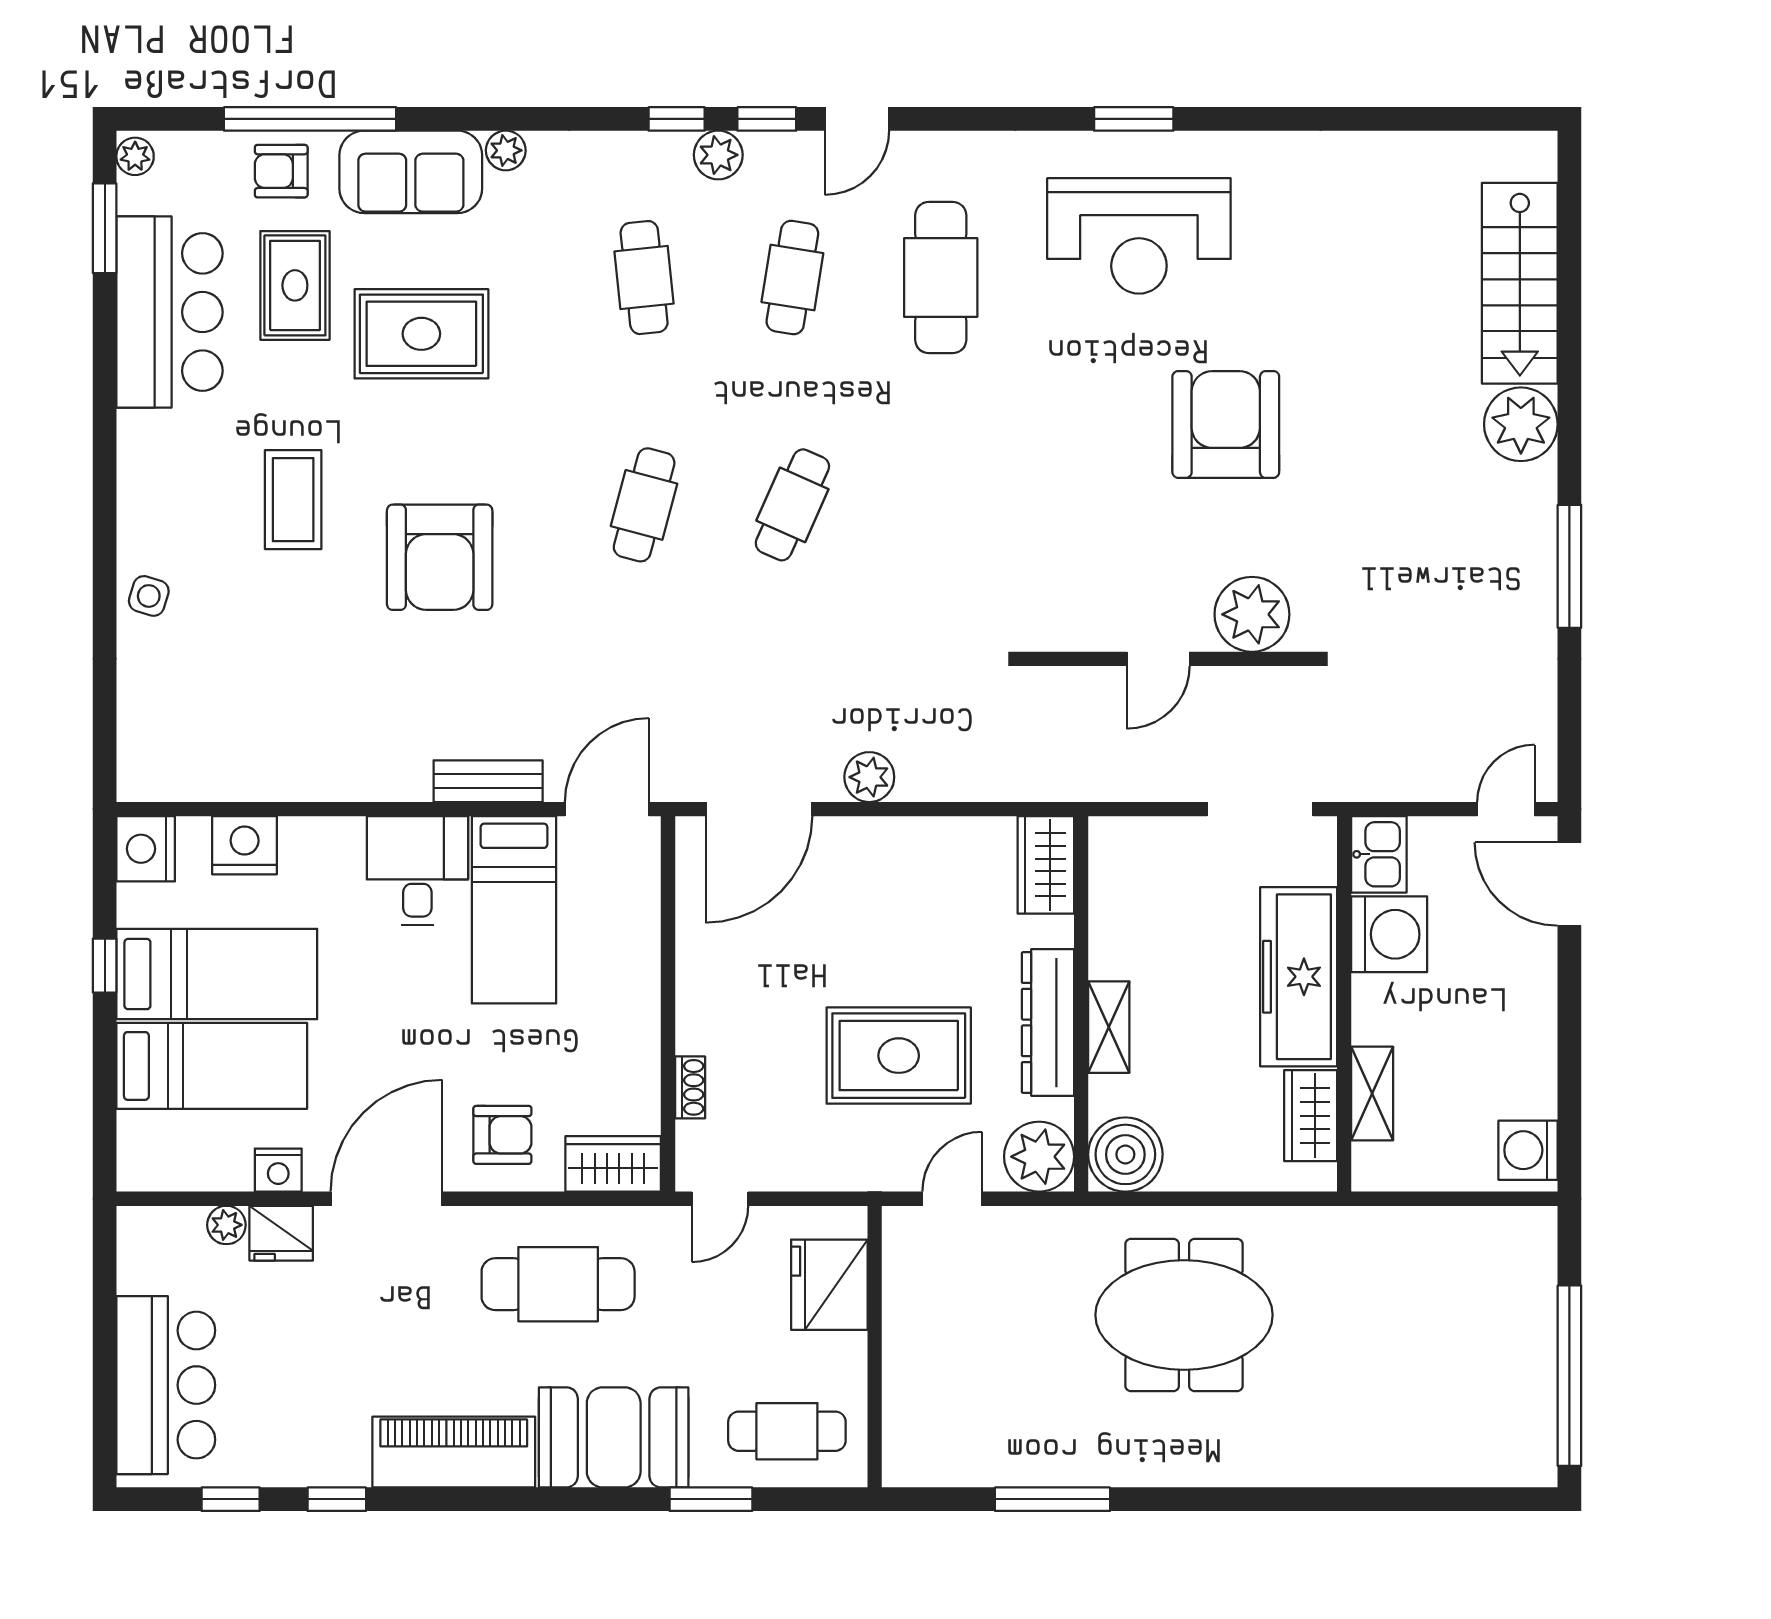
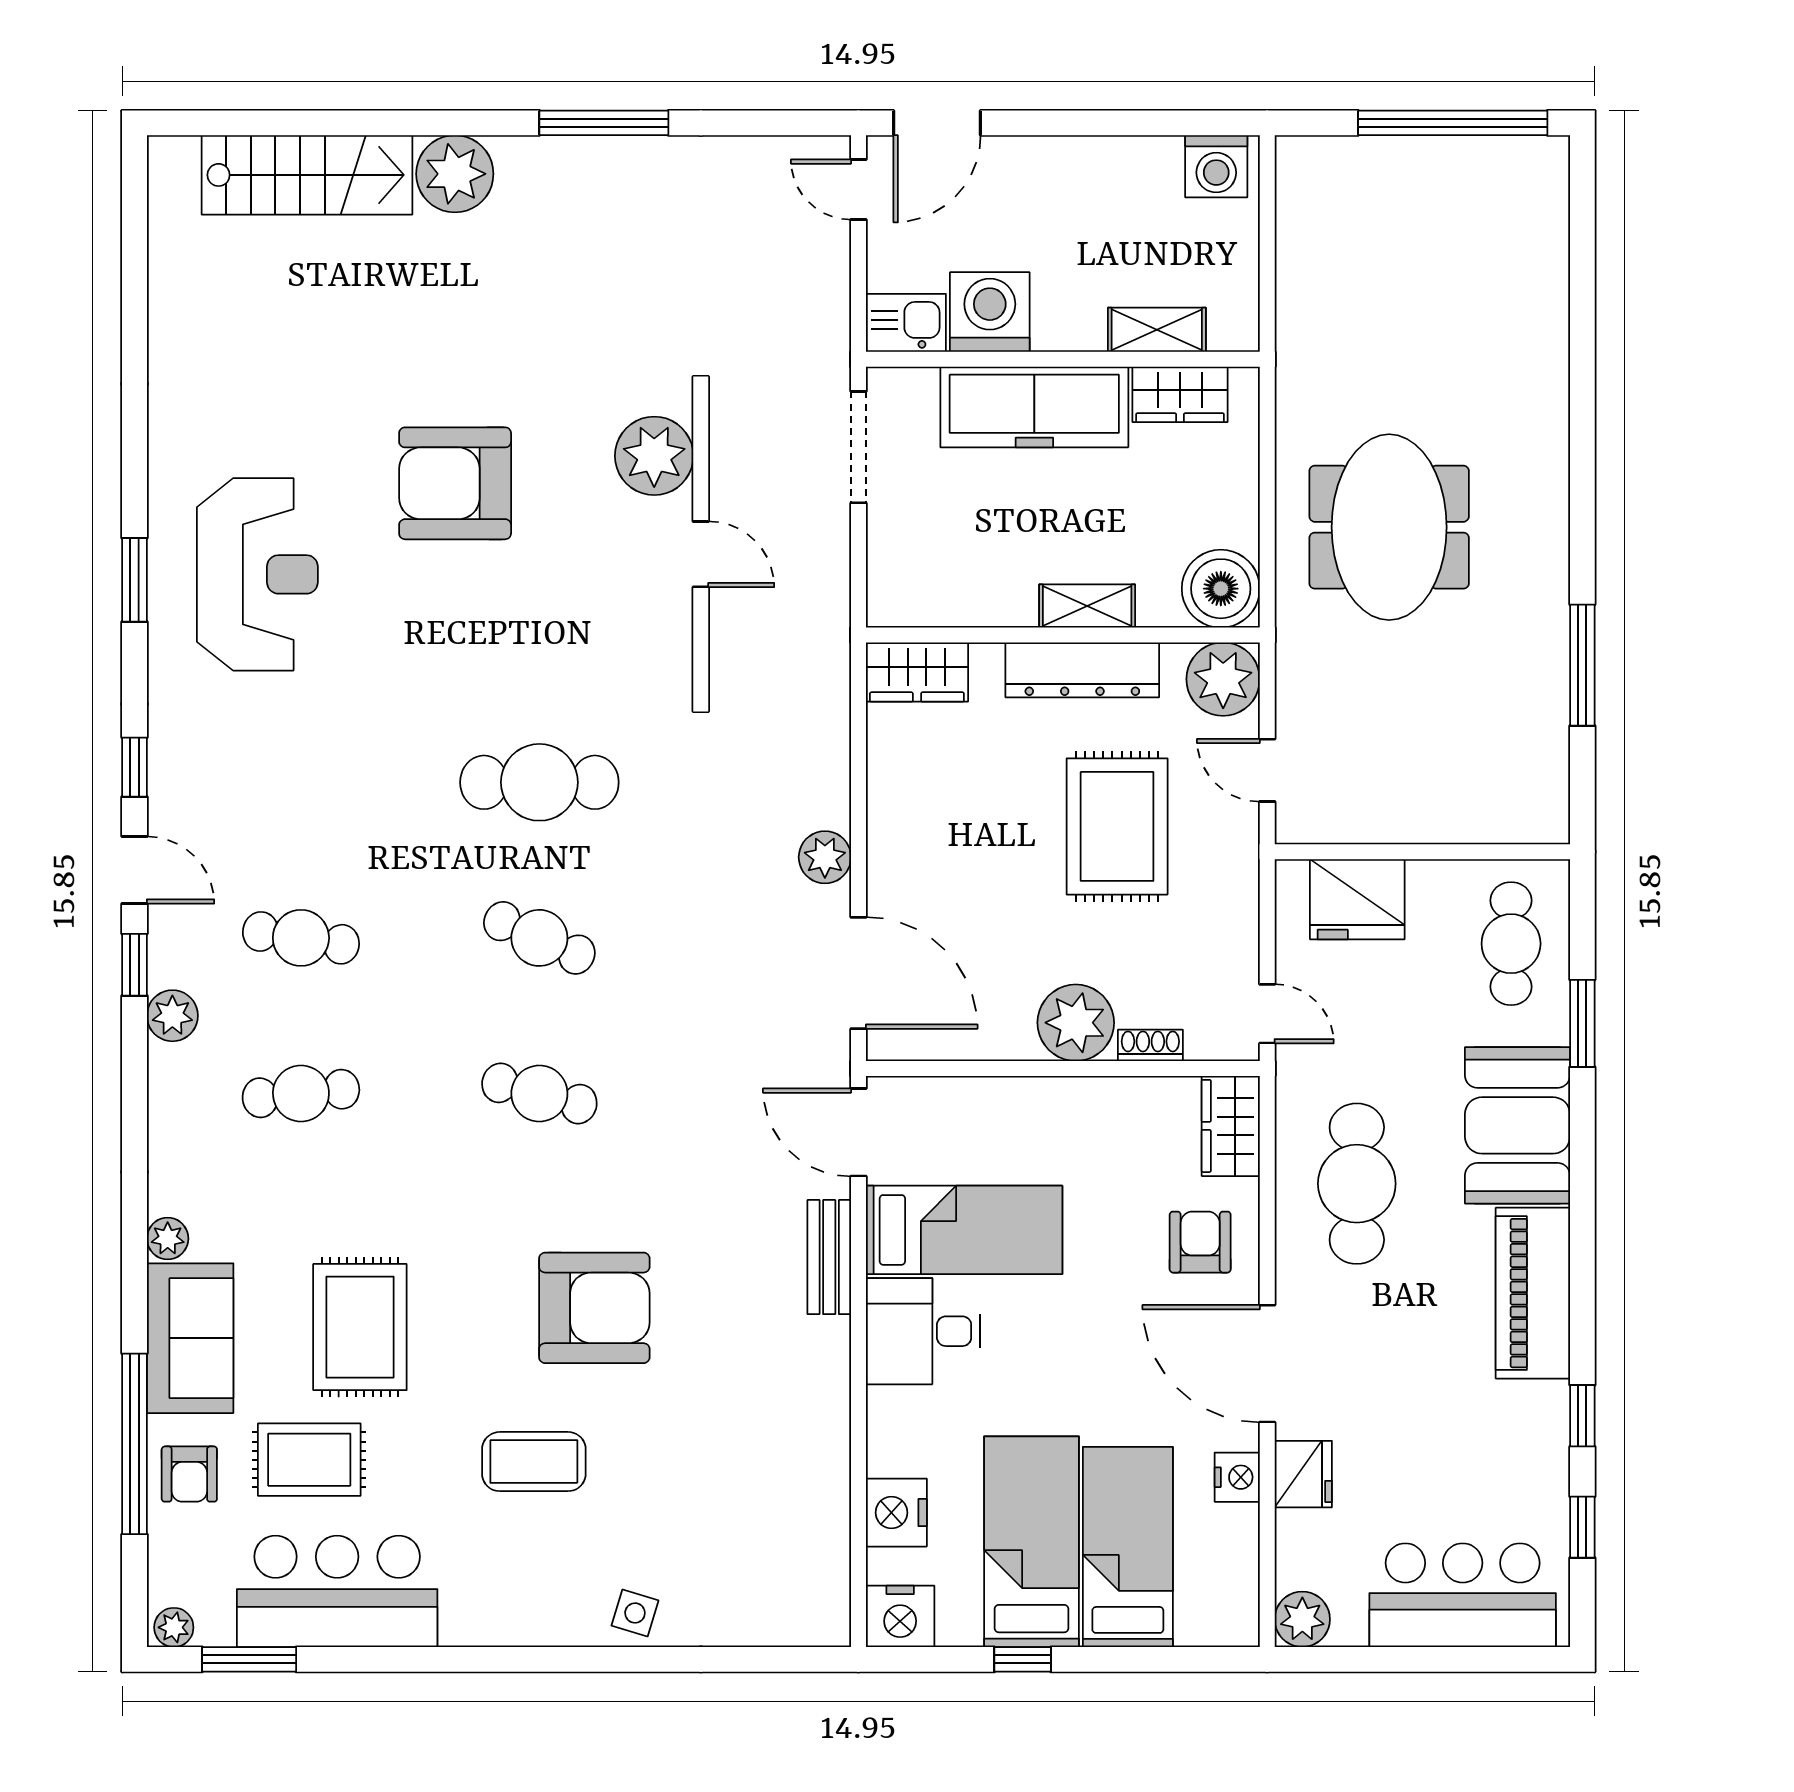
window: (677, 119) -> (135, 767), moved
cafe table: (941, 278) -> (539, 782), moved
plant: (712, 1016) -> (1076, 1023), added
plant: (226, 1225) -> (1302, 1619), moved, width x1.38, depth x1.38

